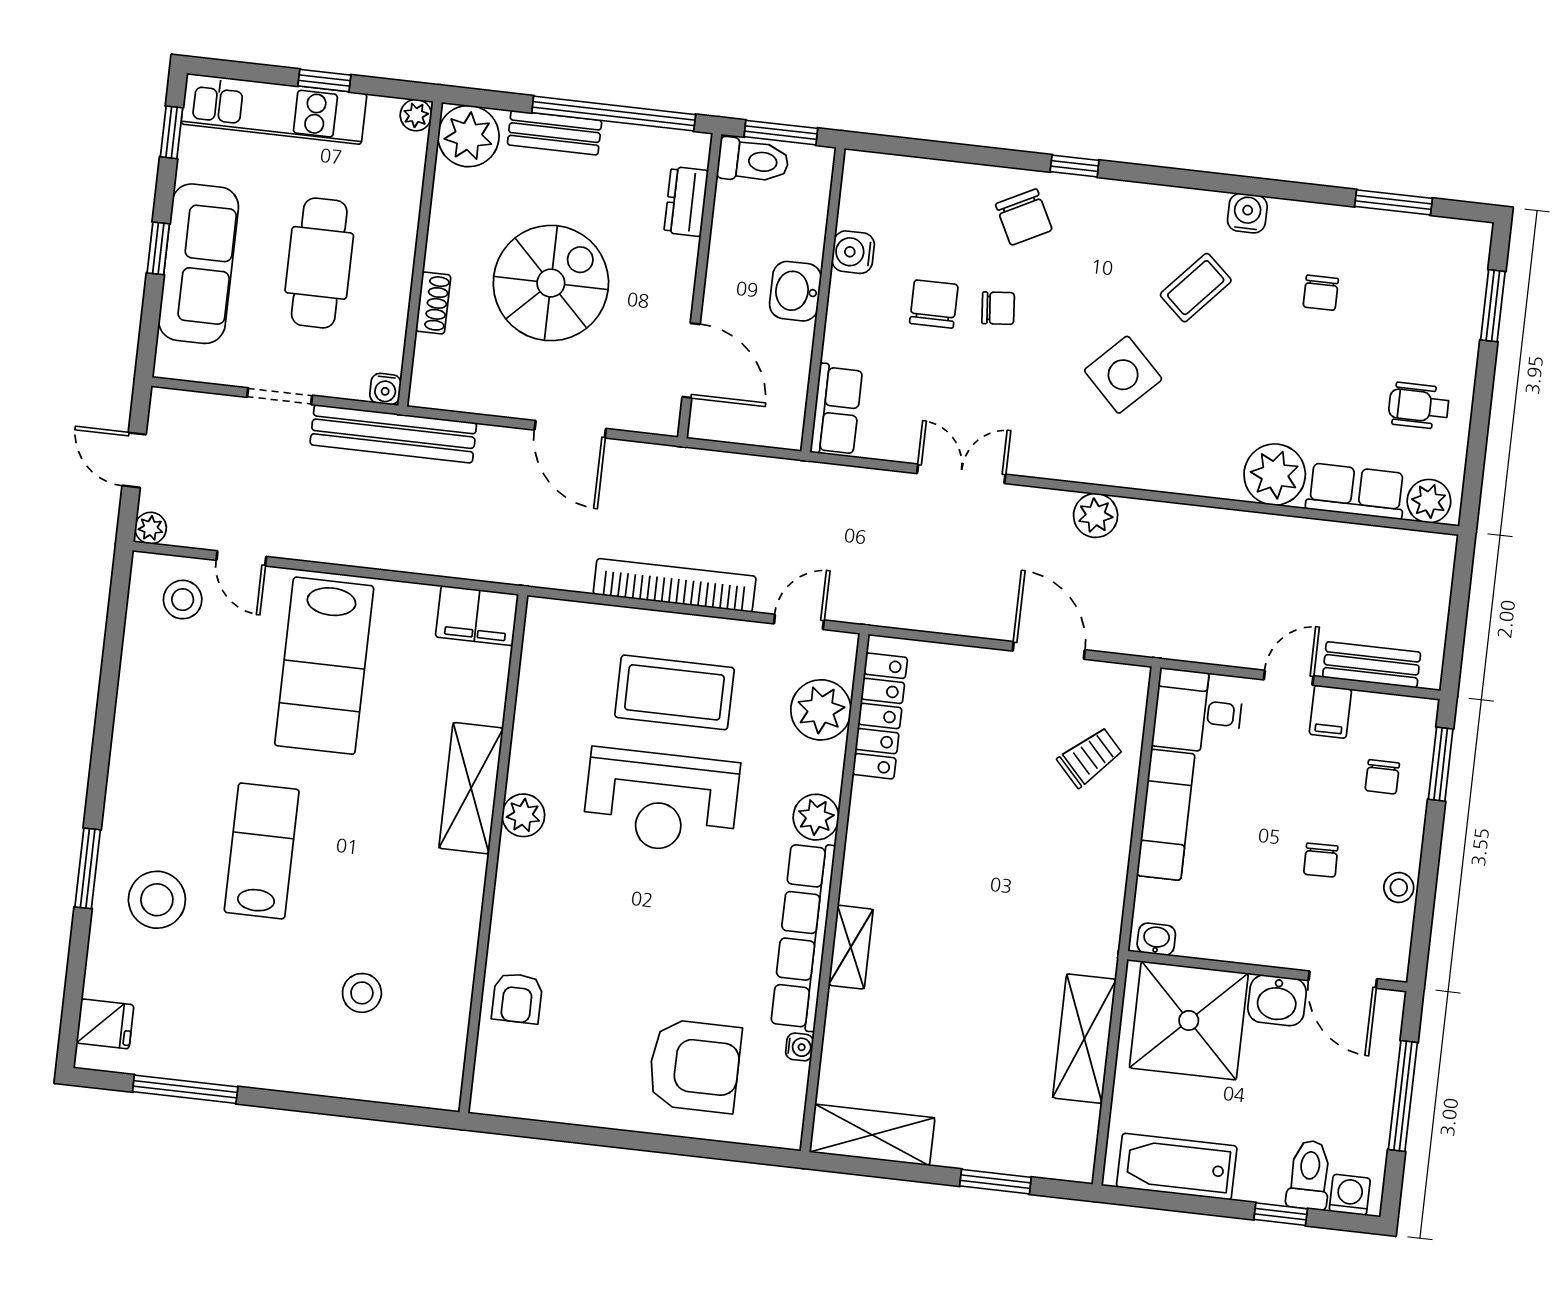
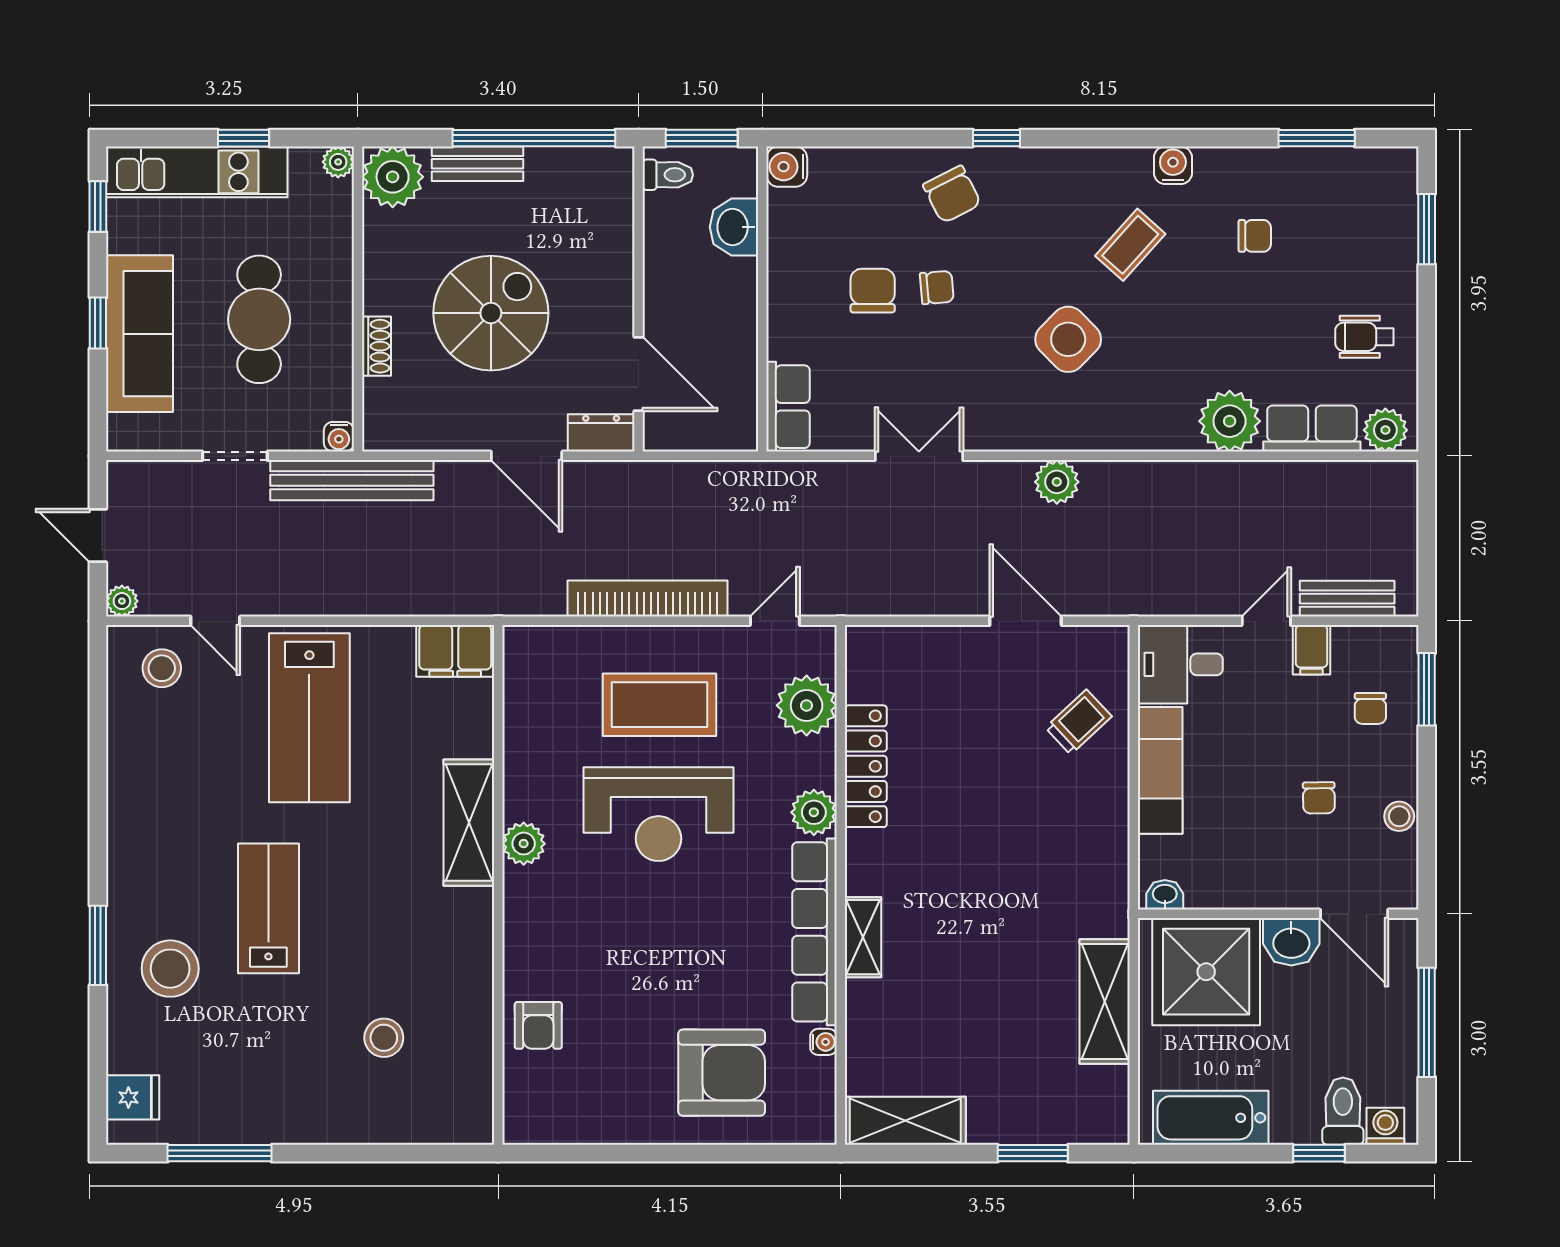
toilet: (753, 161) -> (668, 175), width x0.73, depth x0.72
dresser: (686, 202) -> (601, 433), moved, turned 90
water cooler: (853, 252) -> (787, 167), moved
washbasin: (795, 291) -> (734, 227), moved
chair: (1321, 293) -> (1255, 236), turned -90
locker: (880, 716) -> (866, 766), moved

